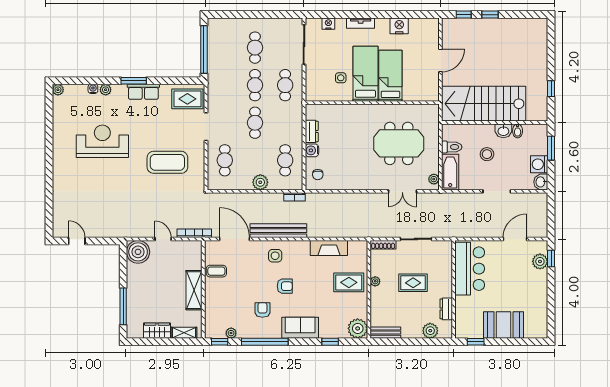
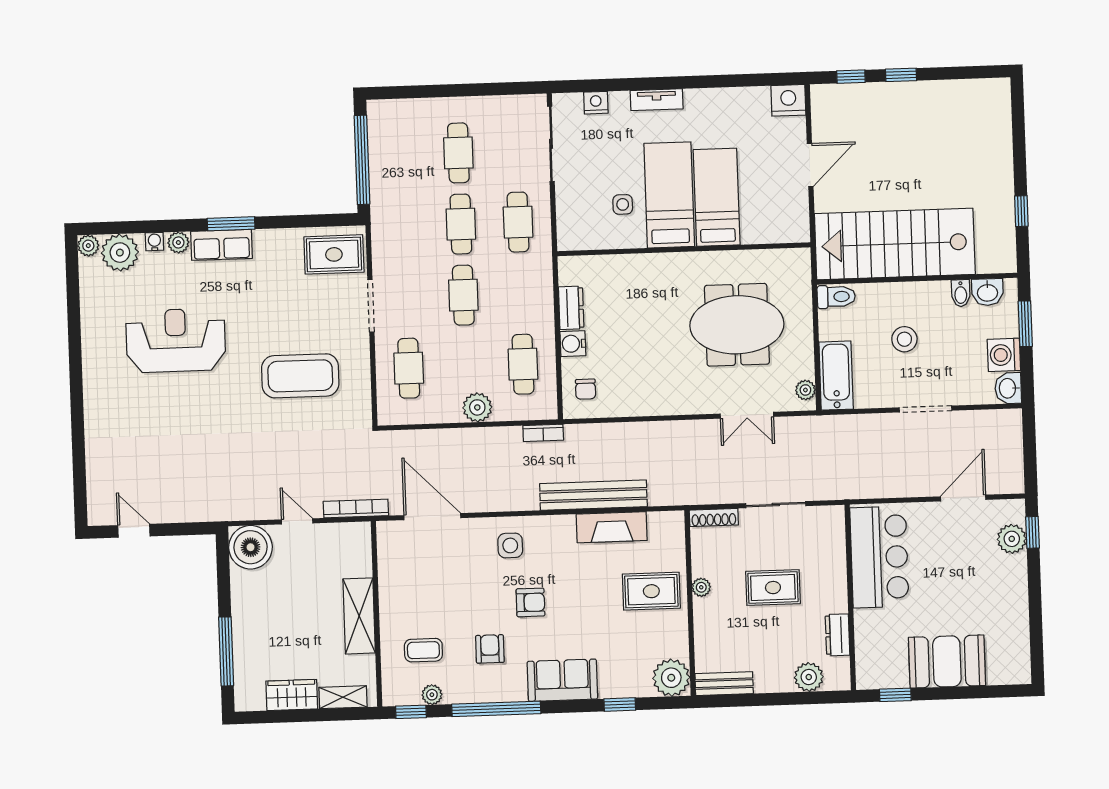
nightstand: (399, 26) -> (788, 100), moved
row of seats: (143, 92) -> (222, 245), moved
plant: (74, 94) -> (120, 253), added
washbasin: (503, 131) -> (987, 292), moved
toilet: (452, 147) -> (836, 297), moved
bench: (278, 231) -> (593, 495), moved
coffee table: (216, 271) -> (423, 650), moved

